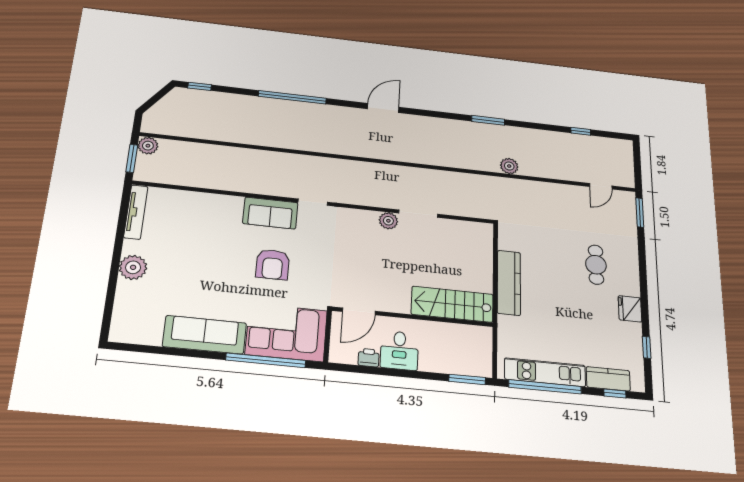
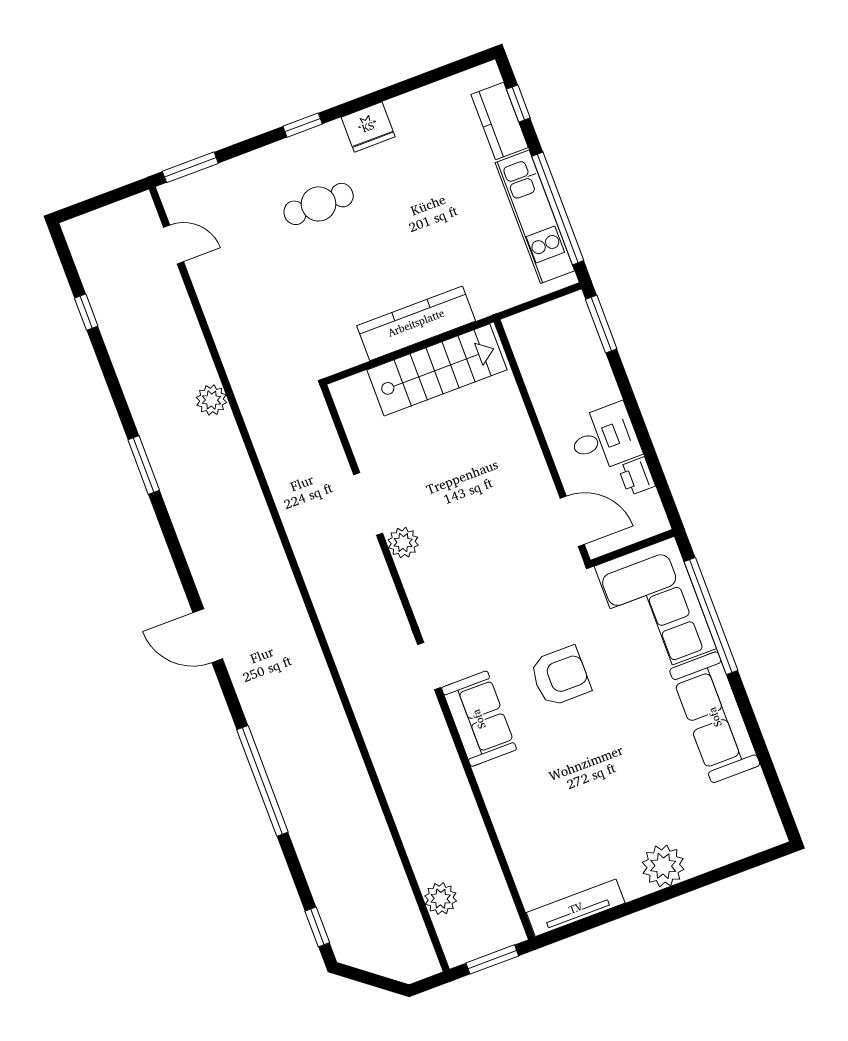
plant: (148, 146) -> (441, 899), moved
stairs: (452, 304) -> (437, 370), moved, turned -90
window: (647, 347) -> (303, 125), moved

